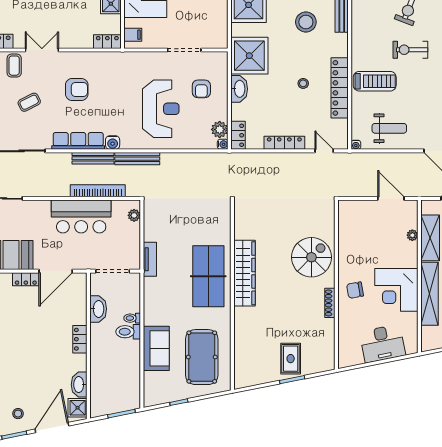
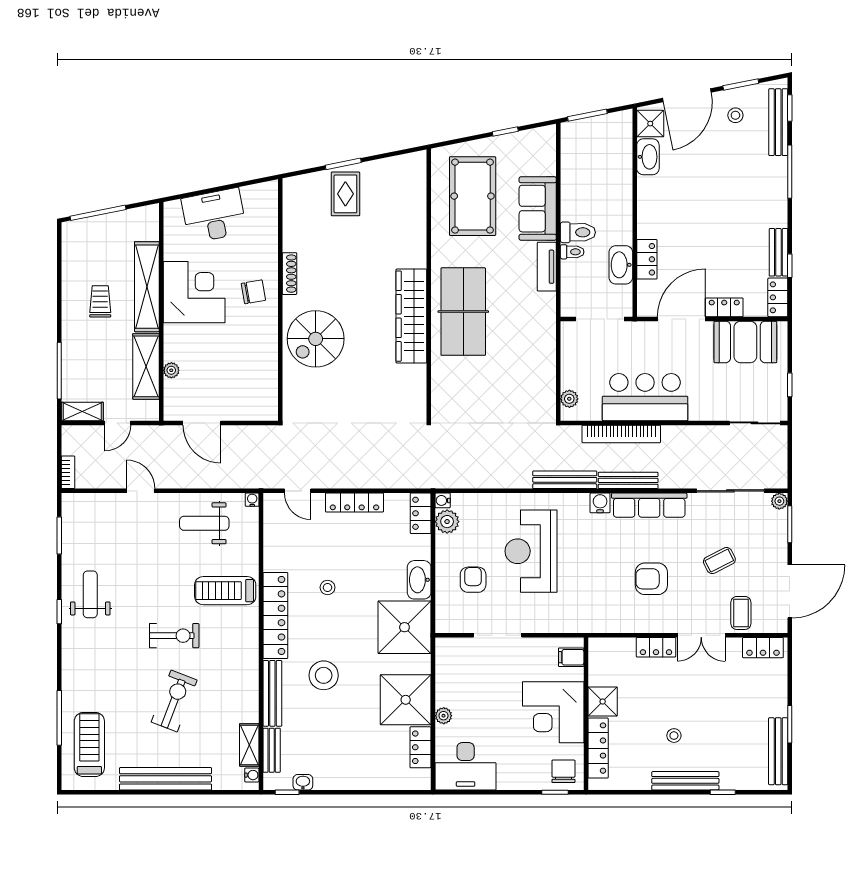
locker: (107, 42) -> (656, 647), moved
locker: (340, 88) -> (275, 615), moved
tv unit: (150, 259) -> (547, 267), moved
locker: (80, 339) -> (647, 259), moved

